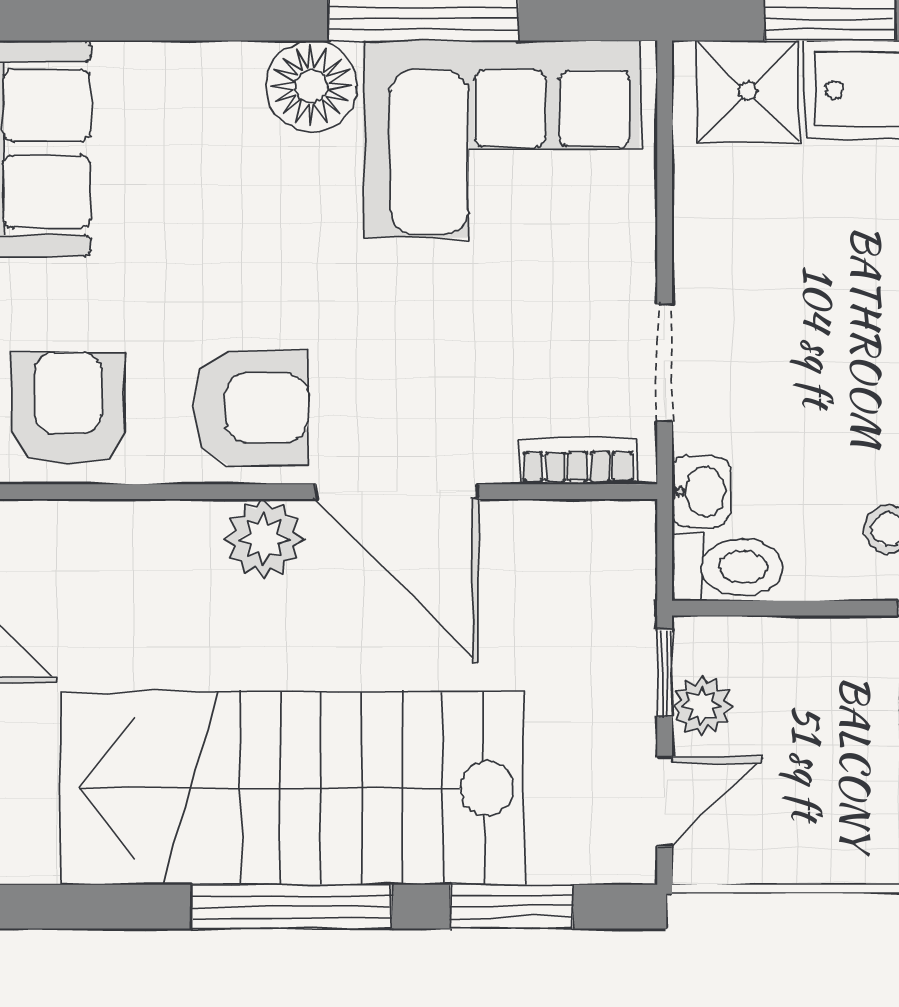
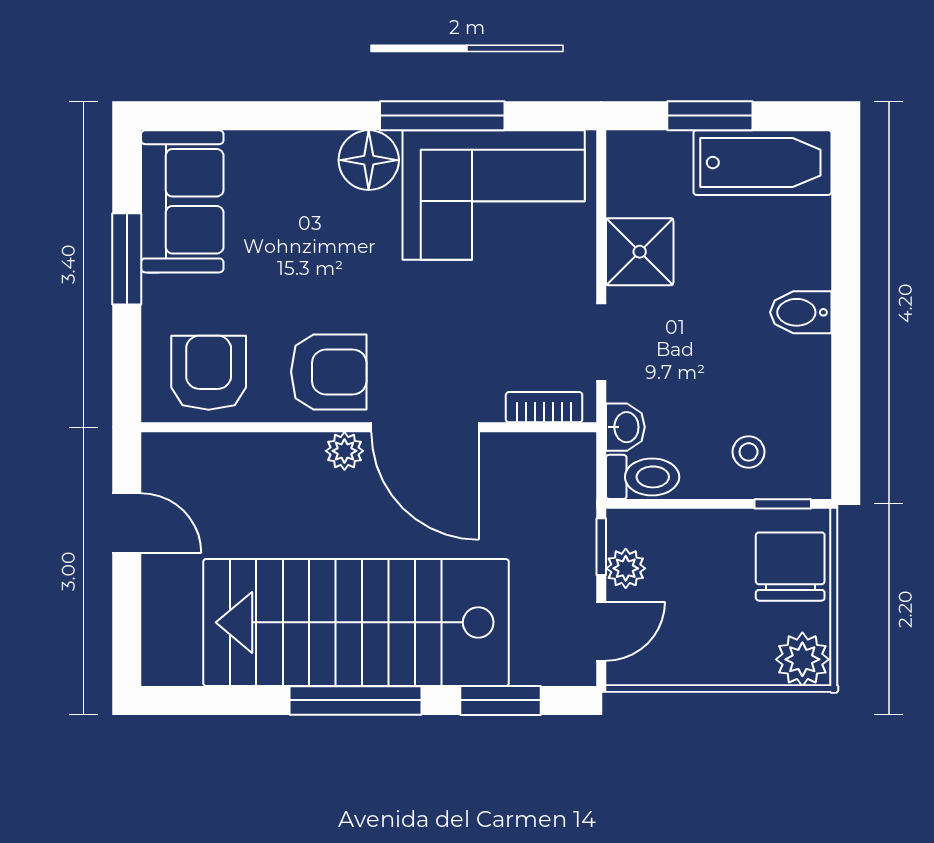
shower: (748, 91) -> (640, 252), moved
plant: (264, 539) -> (344, 451), width x0.73, depth x0.73

